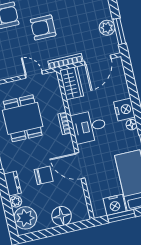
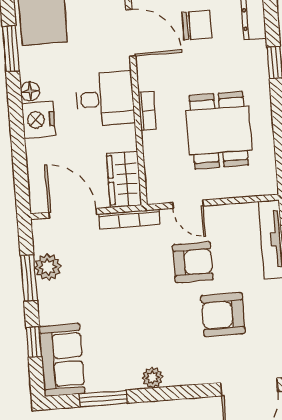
armchair: (43, 27) -> (193, 262), moved
window: (119, 31) -> (29, 278), moved
door: (98, 60) -> (73, 213), hinge flipped
chair: (44, 175) -> (197, 25), turned 180

